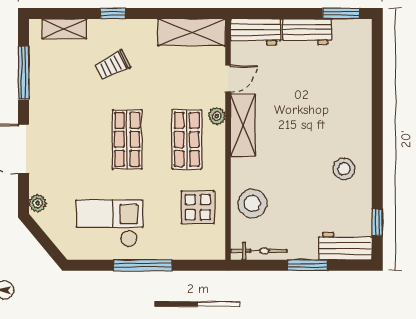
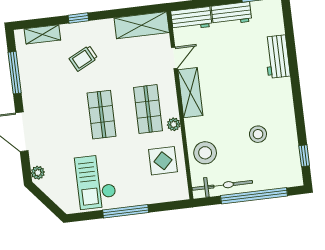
plant: (217, 116) -> (174, 124), moved
stool: (344, 169) -> (258, 134), moved
checkout: (109, 223) -> (96, 182), turned -90
workbench: (345, 246) -> (277, 57), moved, turned -90
bicycle: (259, 251) -> (222, 185), width x1.37, depth x1.40
window: (308, 265) -> (254, 196), width x2.11

